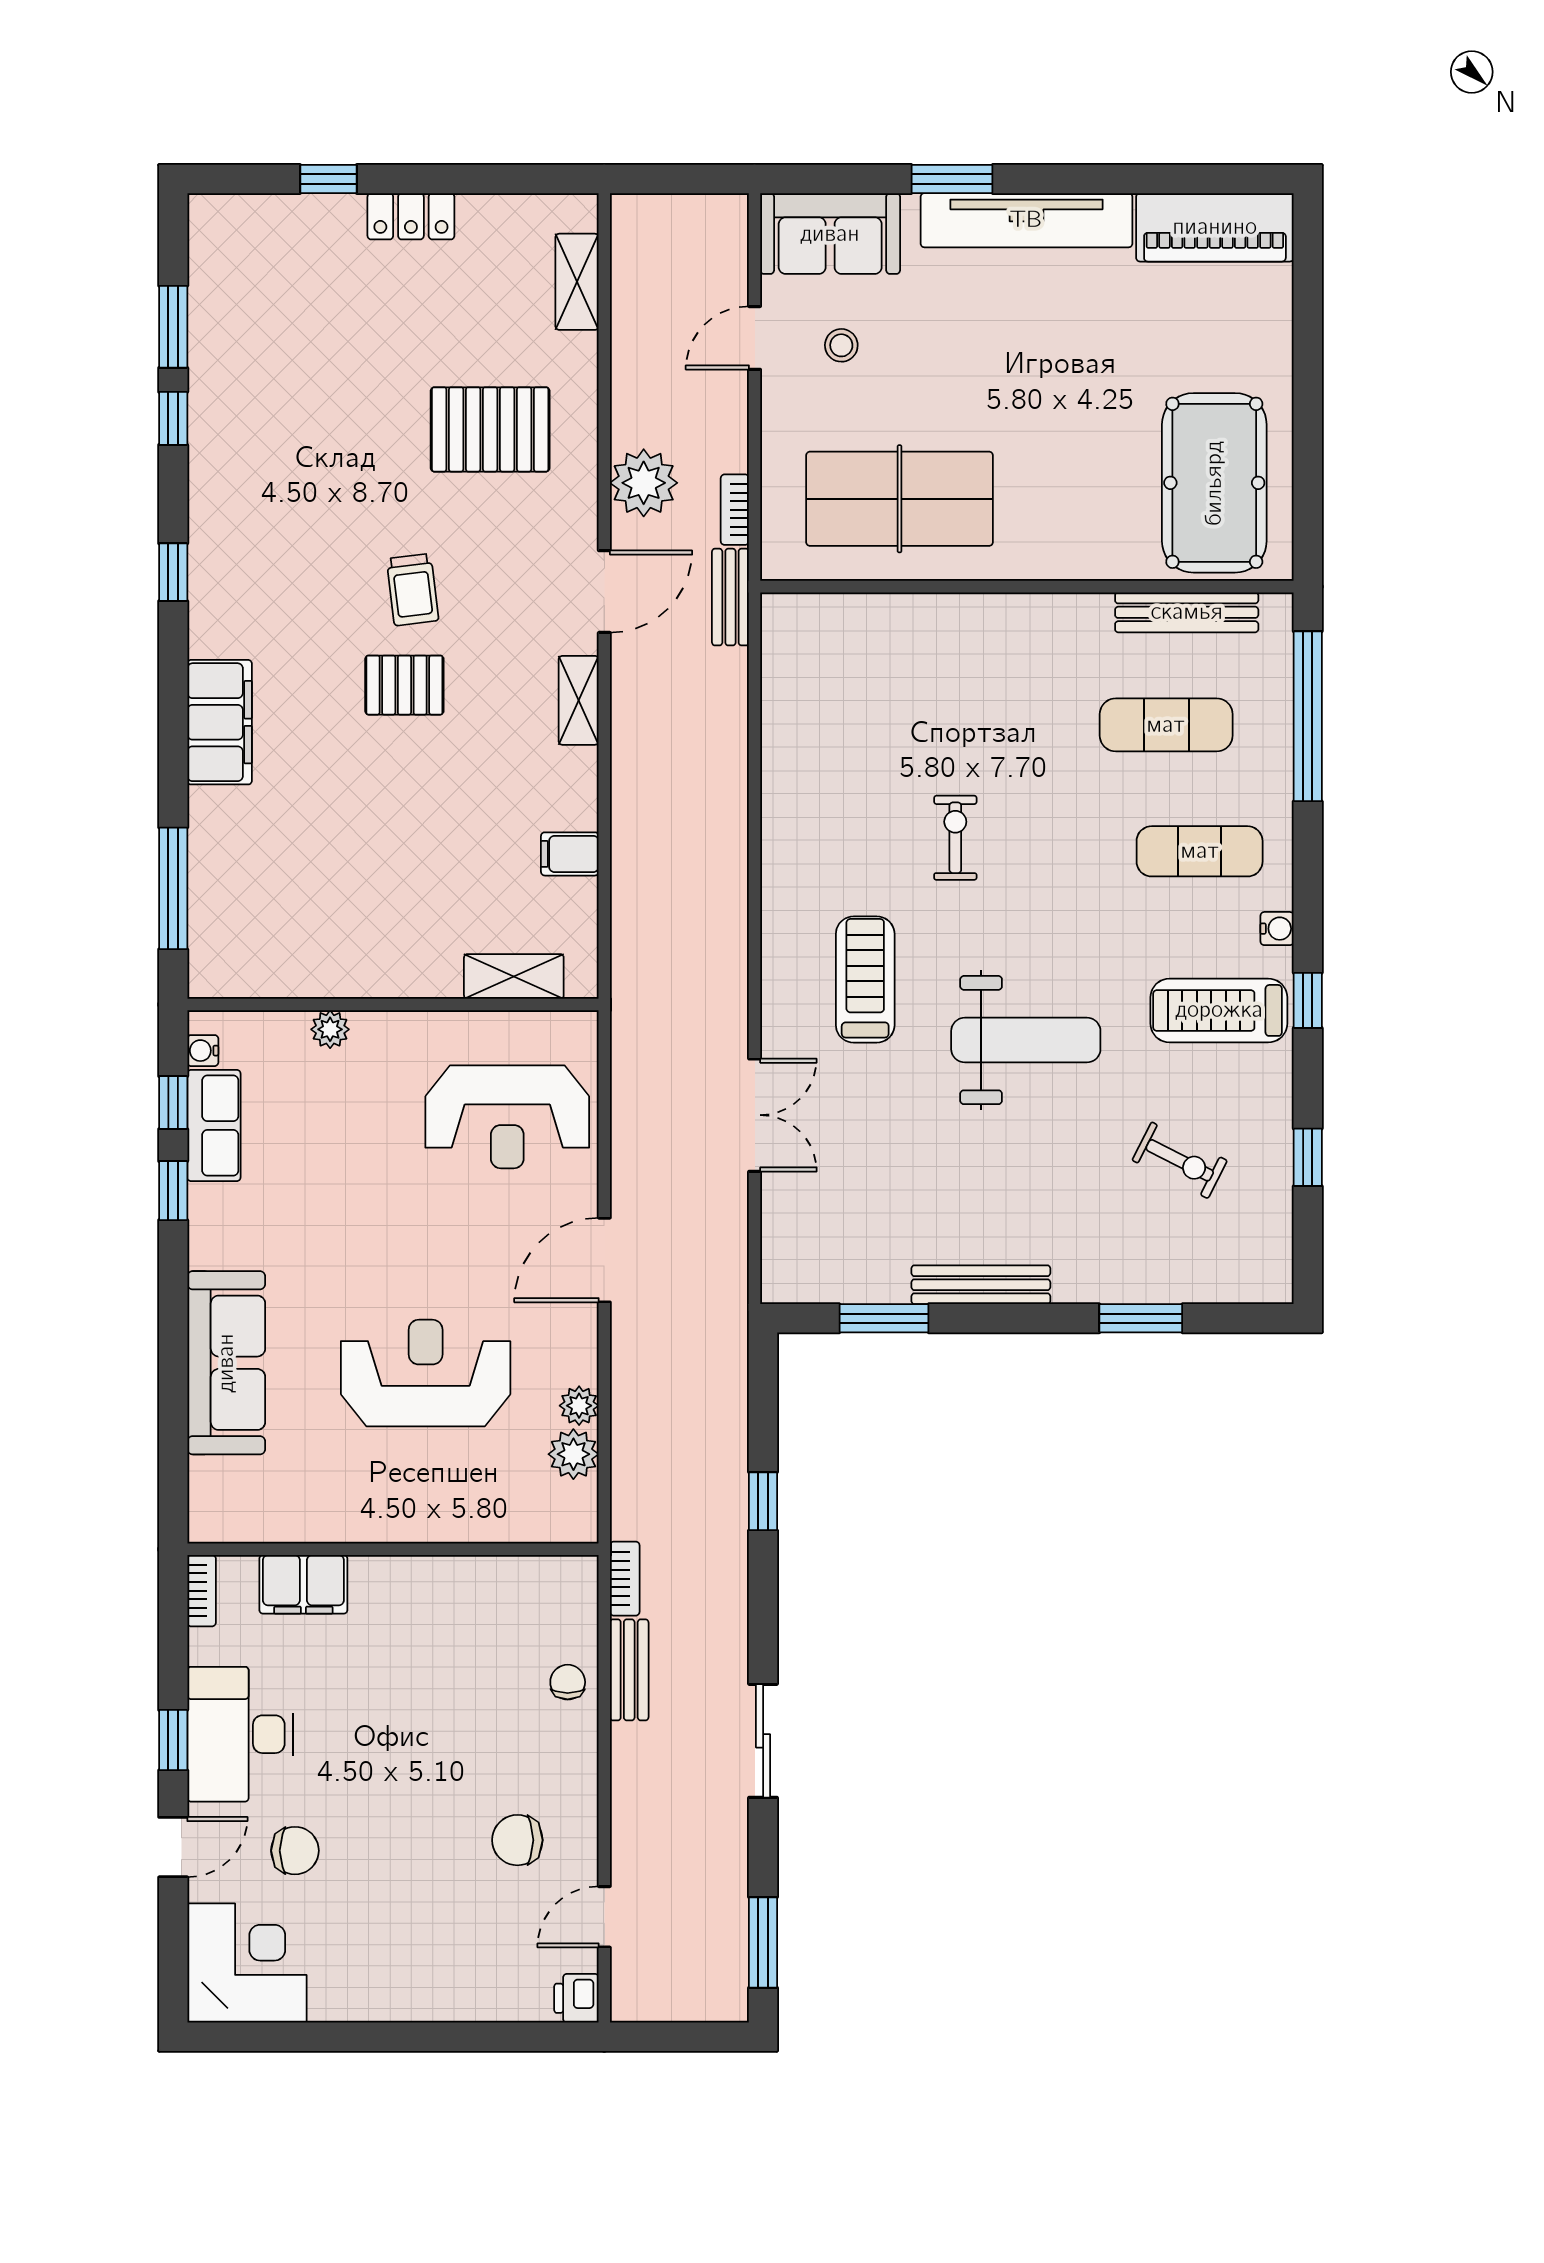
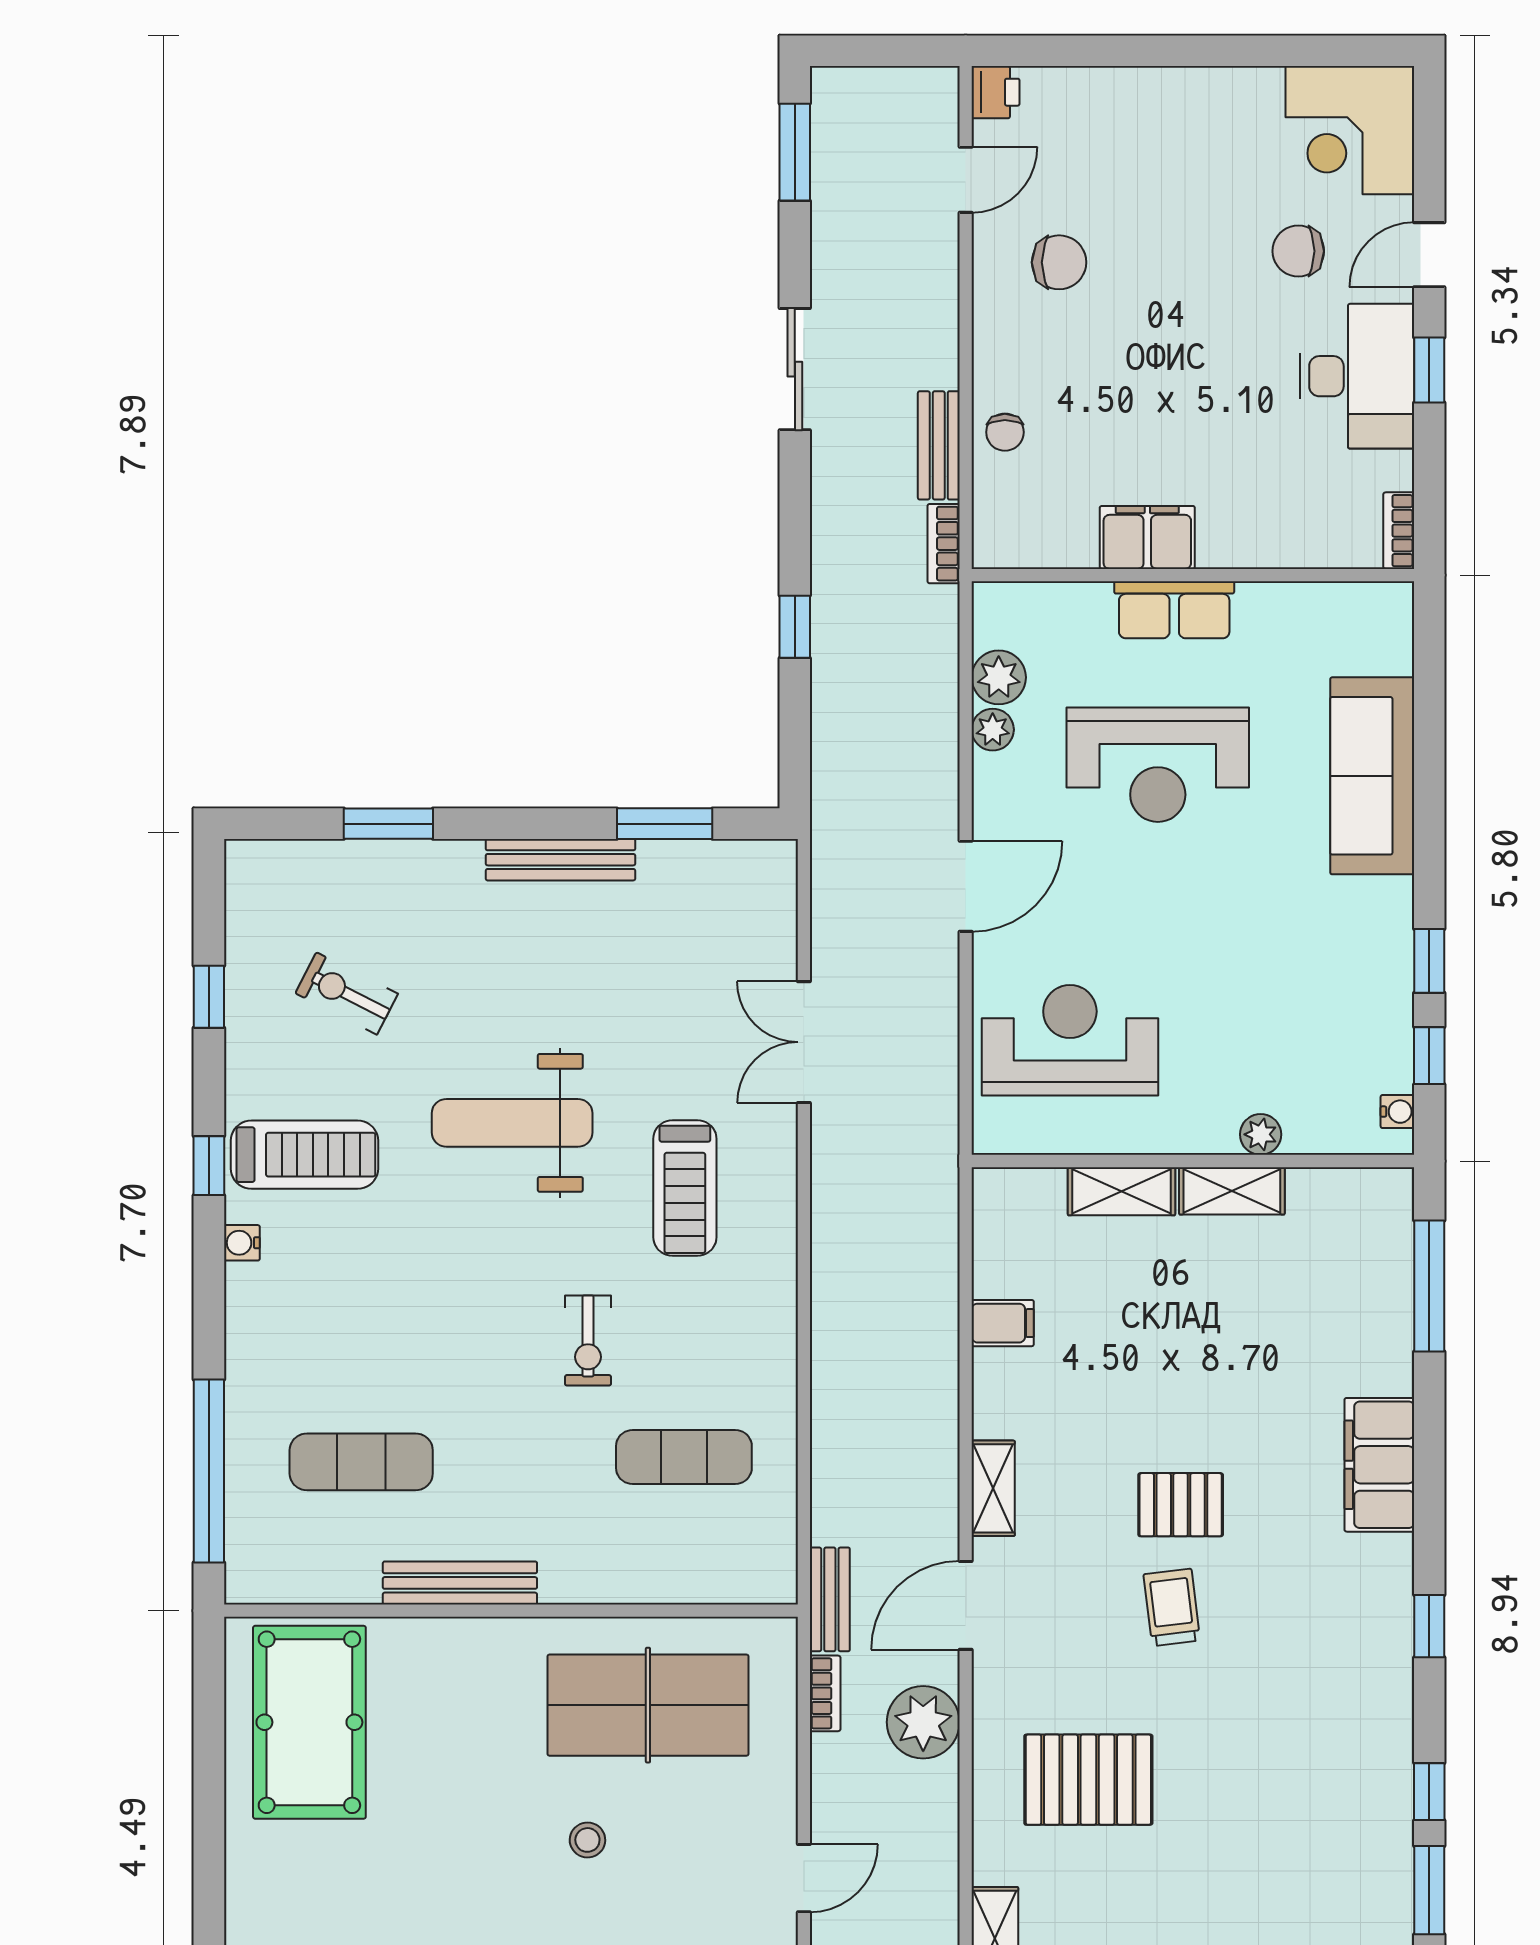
stool: (841, 345) -> (587, 1840), moved
bench: (1187, 612) -> (460, 1583), moved
exercise mat: (1200, 851) -> (684, 1457), moved
shelving: (514, 976) -> (1121, 1191), moved
shelving: (357, 977) -> (1232, 1191), added
row of seats: (214, 1125) -> (1174, 610), moved, turned -90
filing cabinet: (303, 1584) -> (1147, 537), moved

